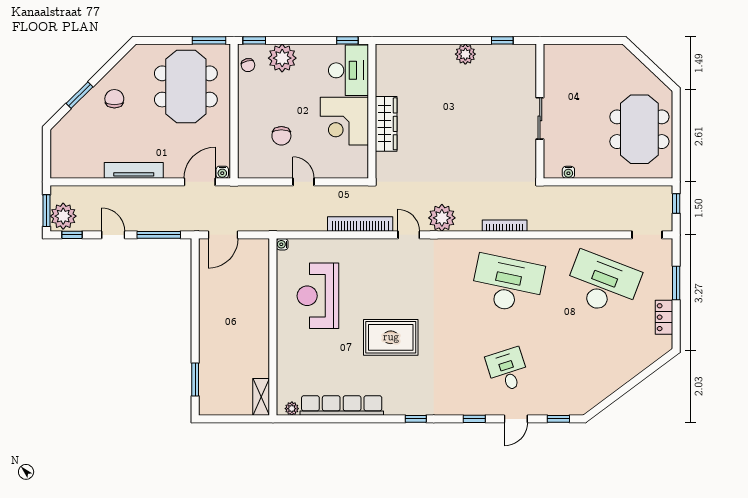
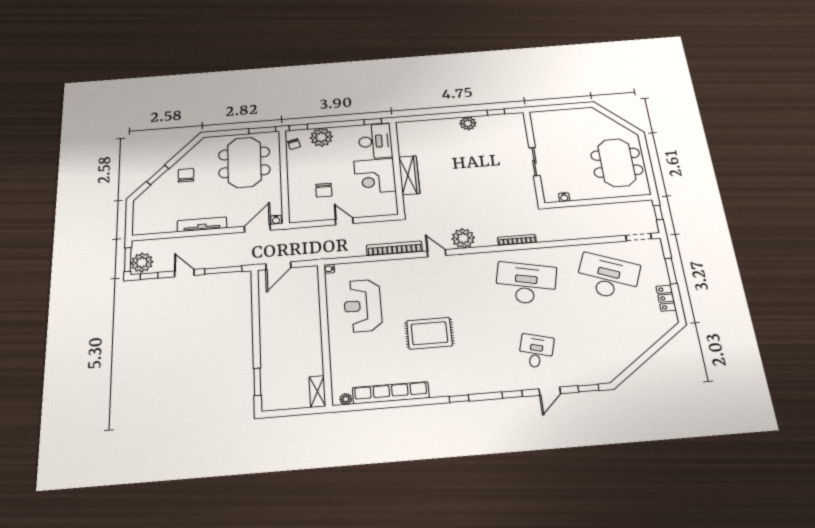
desk: (507, 370) -> (536, 351), turned 33

